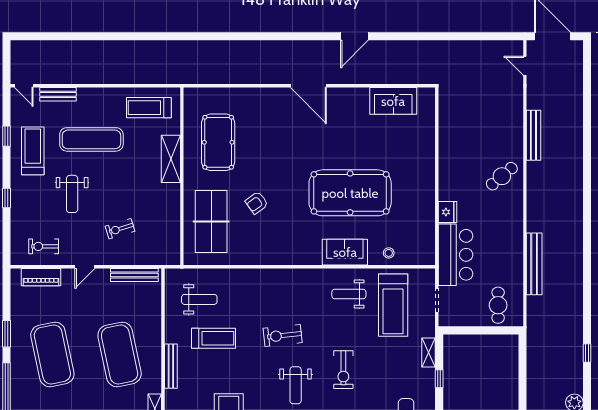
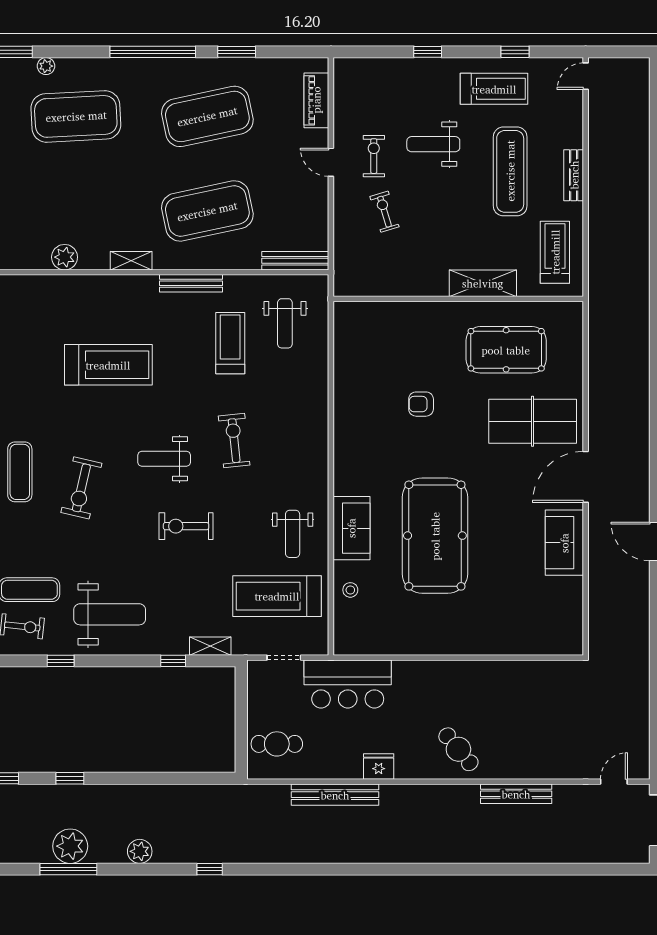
bench: (58, 94) -> (574, 175), moved
sofa: (393, 101) -> (564, 543), moved
armchair: (257, 203) -> (421, 404), turned -54
fridge: (447, 212) -> (379, 767), moved, turned 180
table tennis table: (211, 221) -> (533, 421), moved
exercise bike: (44, 246) -> (374, 156), moved
bench: (134, 275) -> (295, 261), moved, turned 90
weight bench: (349, 294) -> (293, 534), turned 180
treadmill: (213, 338) -> (230, 343), turned 180

